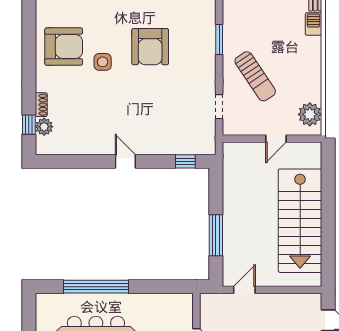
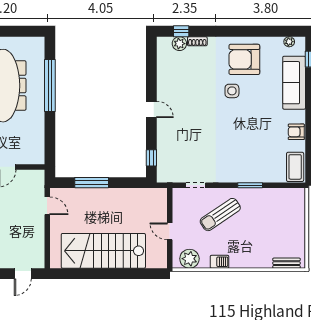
barbecue: (314, 24) -> (219, 262), moved
armchair: (64, 47) -> (244, 59), turned 90
armchair: (150, 47) -> (244, 129), removed
door: (125, 161) -> (151, 109), hinge flipped

